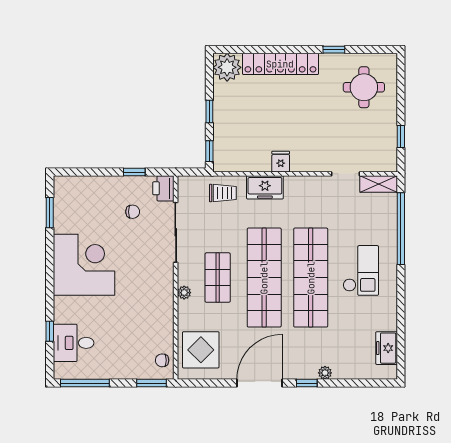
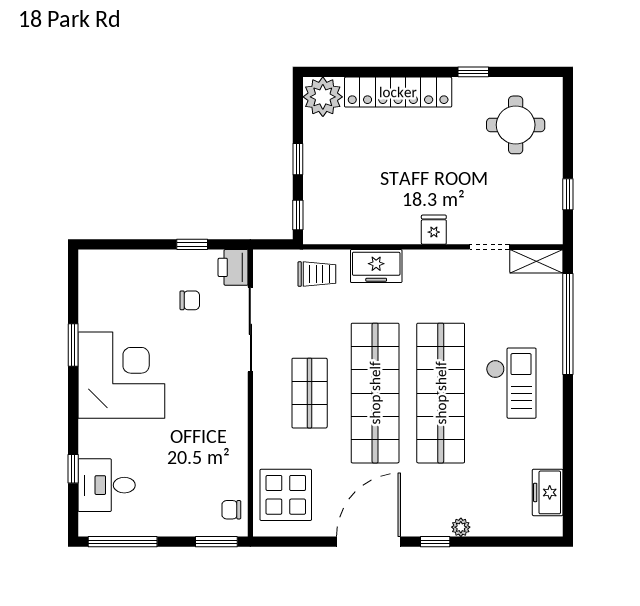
fridge: (281, 162) -> (434, 230), moved
window: (50, 213) -> (73, 345), moved
plant: (184, 293) -> (262, 414), removed

